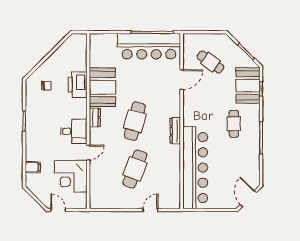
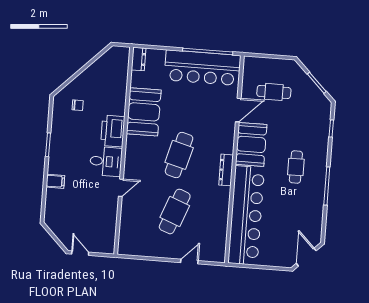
cafe table: (210, 62) -> (274, 92), turned -36
printer: (78, 85) -> (113, 131), moved
booth: (248, 85) -> (251, 144), moved
dresser: (95, 117) -> (139, 59), moved
filing cabinet: (33, 167) -> (55, 181), moved
corner desk: (71, 176) -> (98, 214), removed

